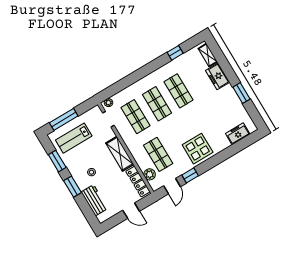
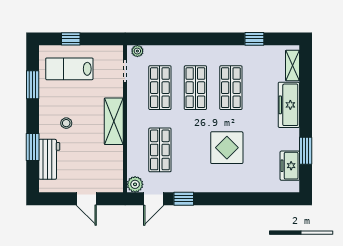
freezer: (218, 76) -> (289, 105), width x1.40
window: (241, 93) -> (306, 151), moved
window: (64, 119) -> (71, 39), width x0.46
freezer: (238, 134) -> (290, 166), moved, turned -90
display table: (198, 149) -> (227, 148), moved
plant: (150, 174) -> (135, 184), moved
locker: (138, 181) -> (116, 168), removed
window: (72, 187) -> (33, 147), moved

